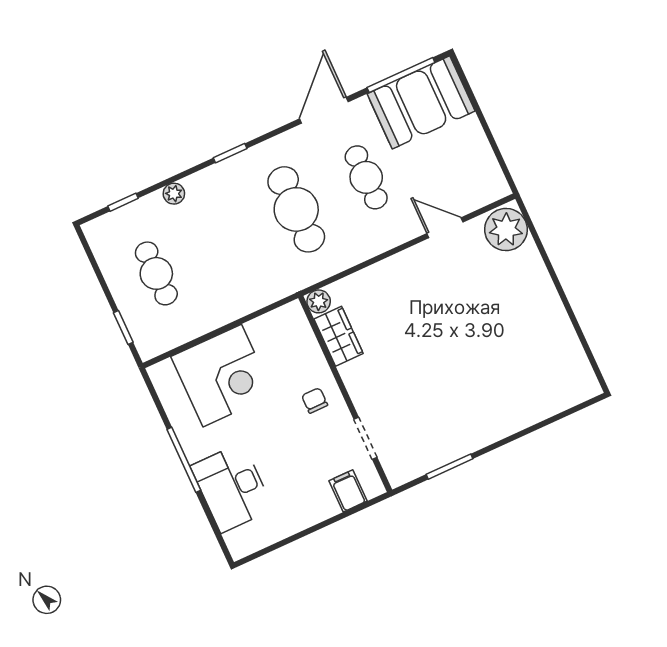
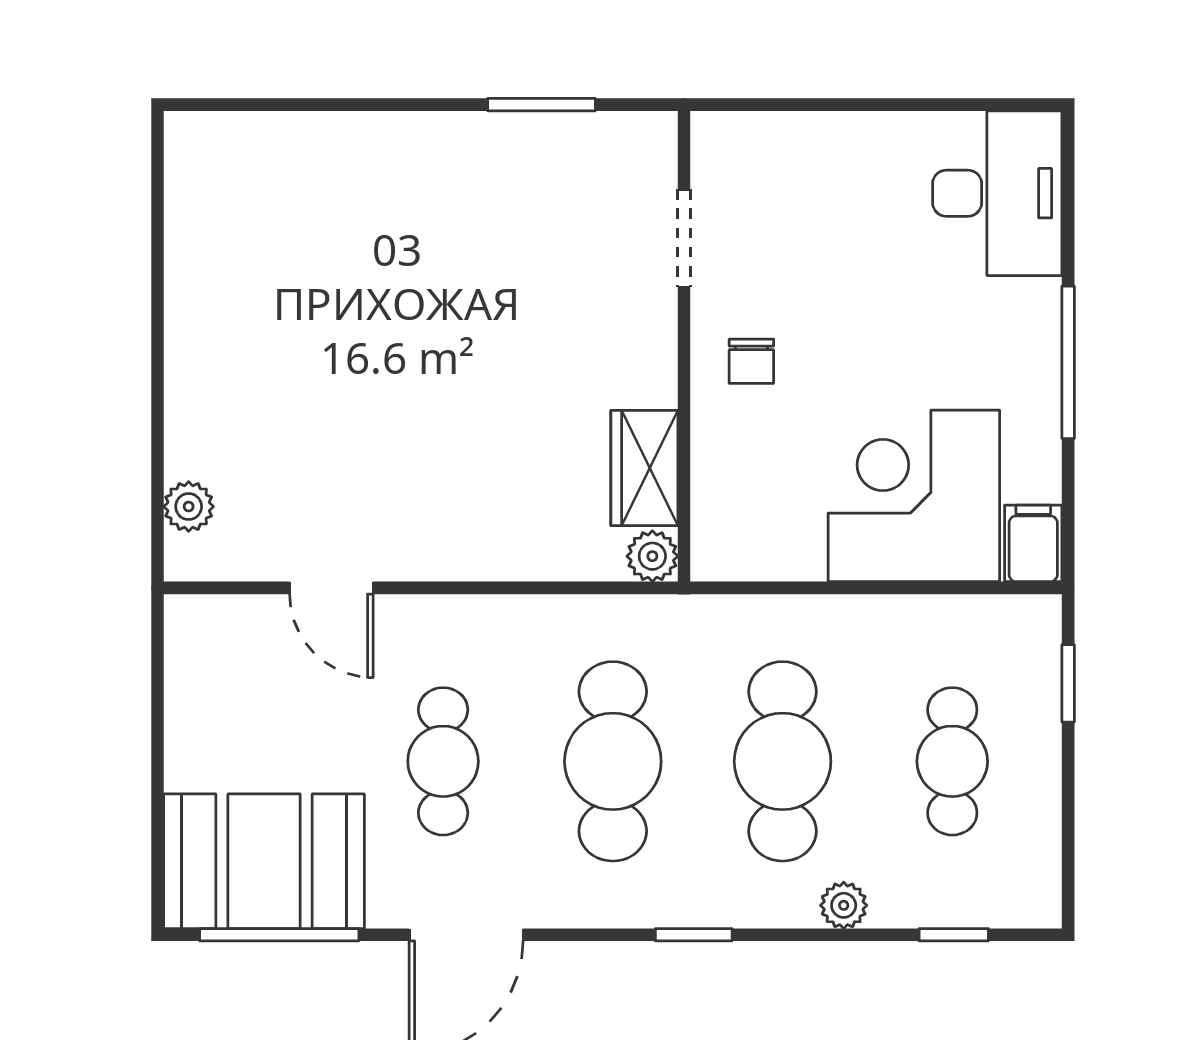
plant: (506, 230) -> (189, 507), width x0.53, depth x0.53
cafe table: (226, 241) -> (783, 761), added
desk: (232, 488) -> (997, 193), moved
filing cabinet: (348, 491) -> (1033, 543), moved, turned 180

